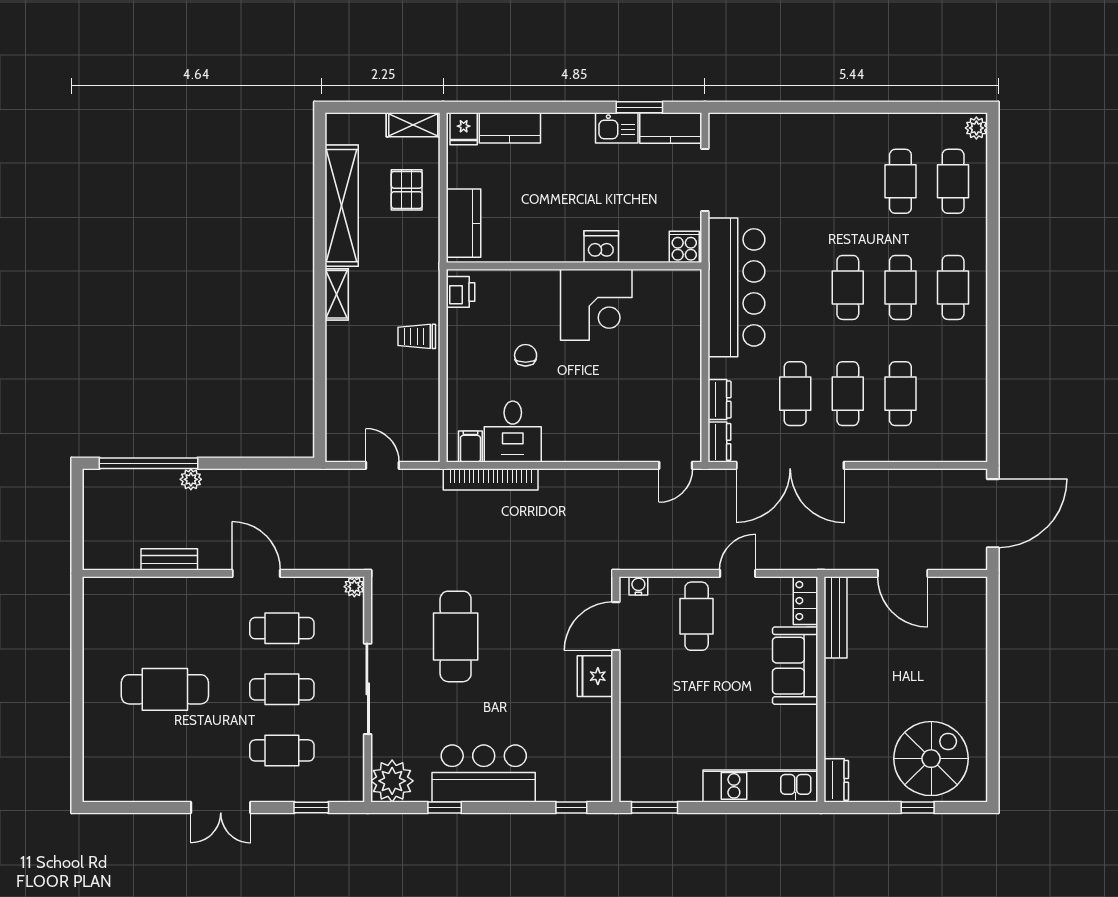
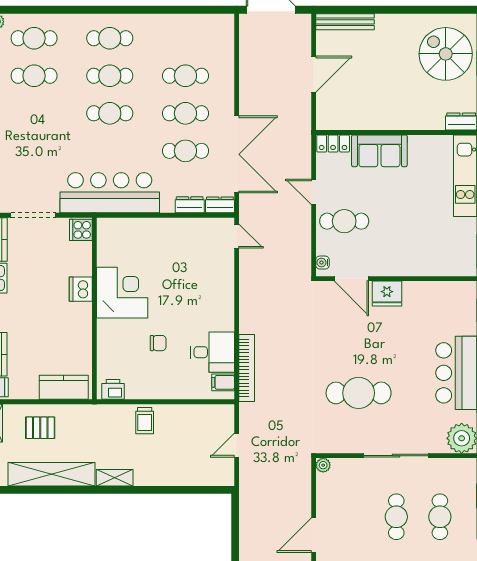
chair: (526, 355) -> (158, 343), turned 180
bench: (835, 617) -> (345, 22), moved
cafe table: (282, 628) -> (353, 517), removed

